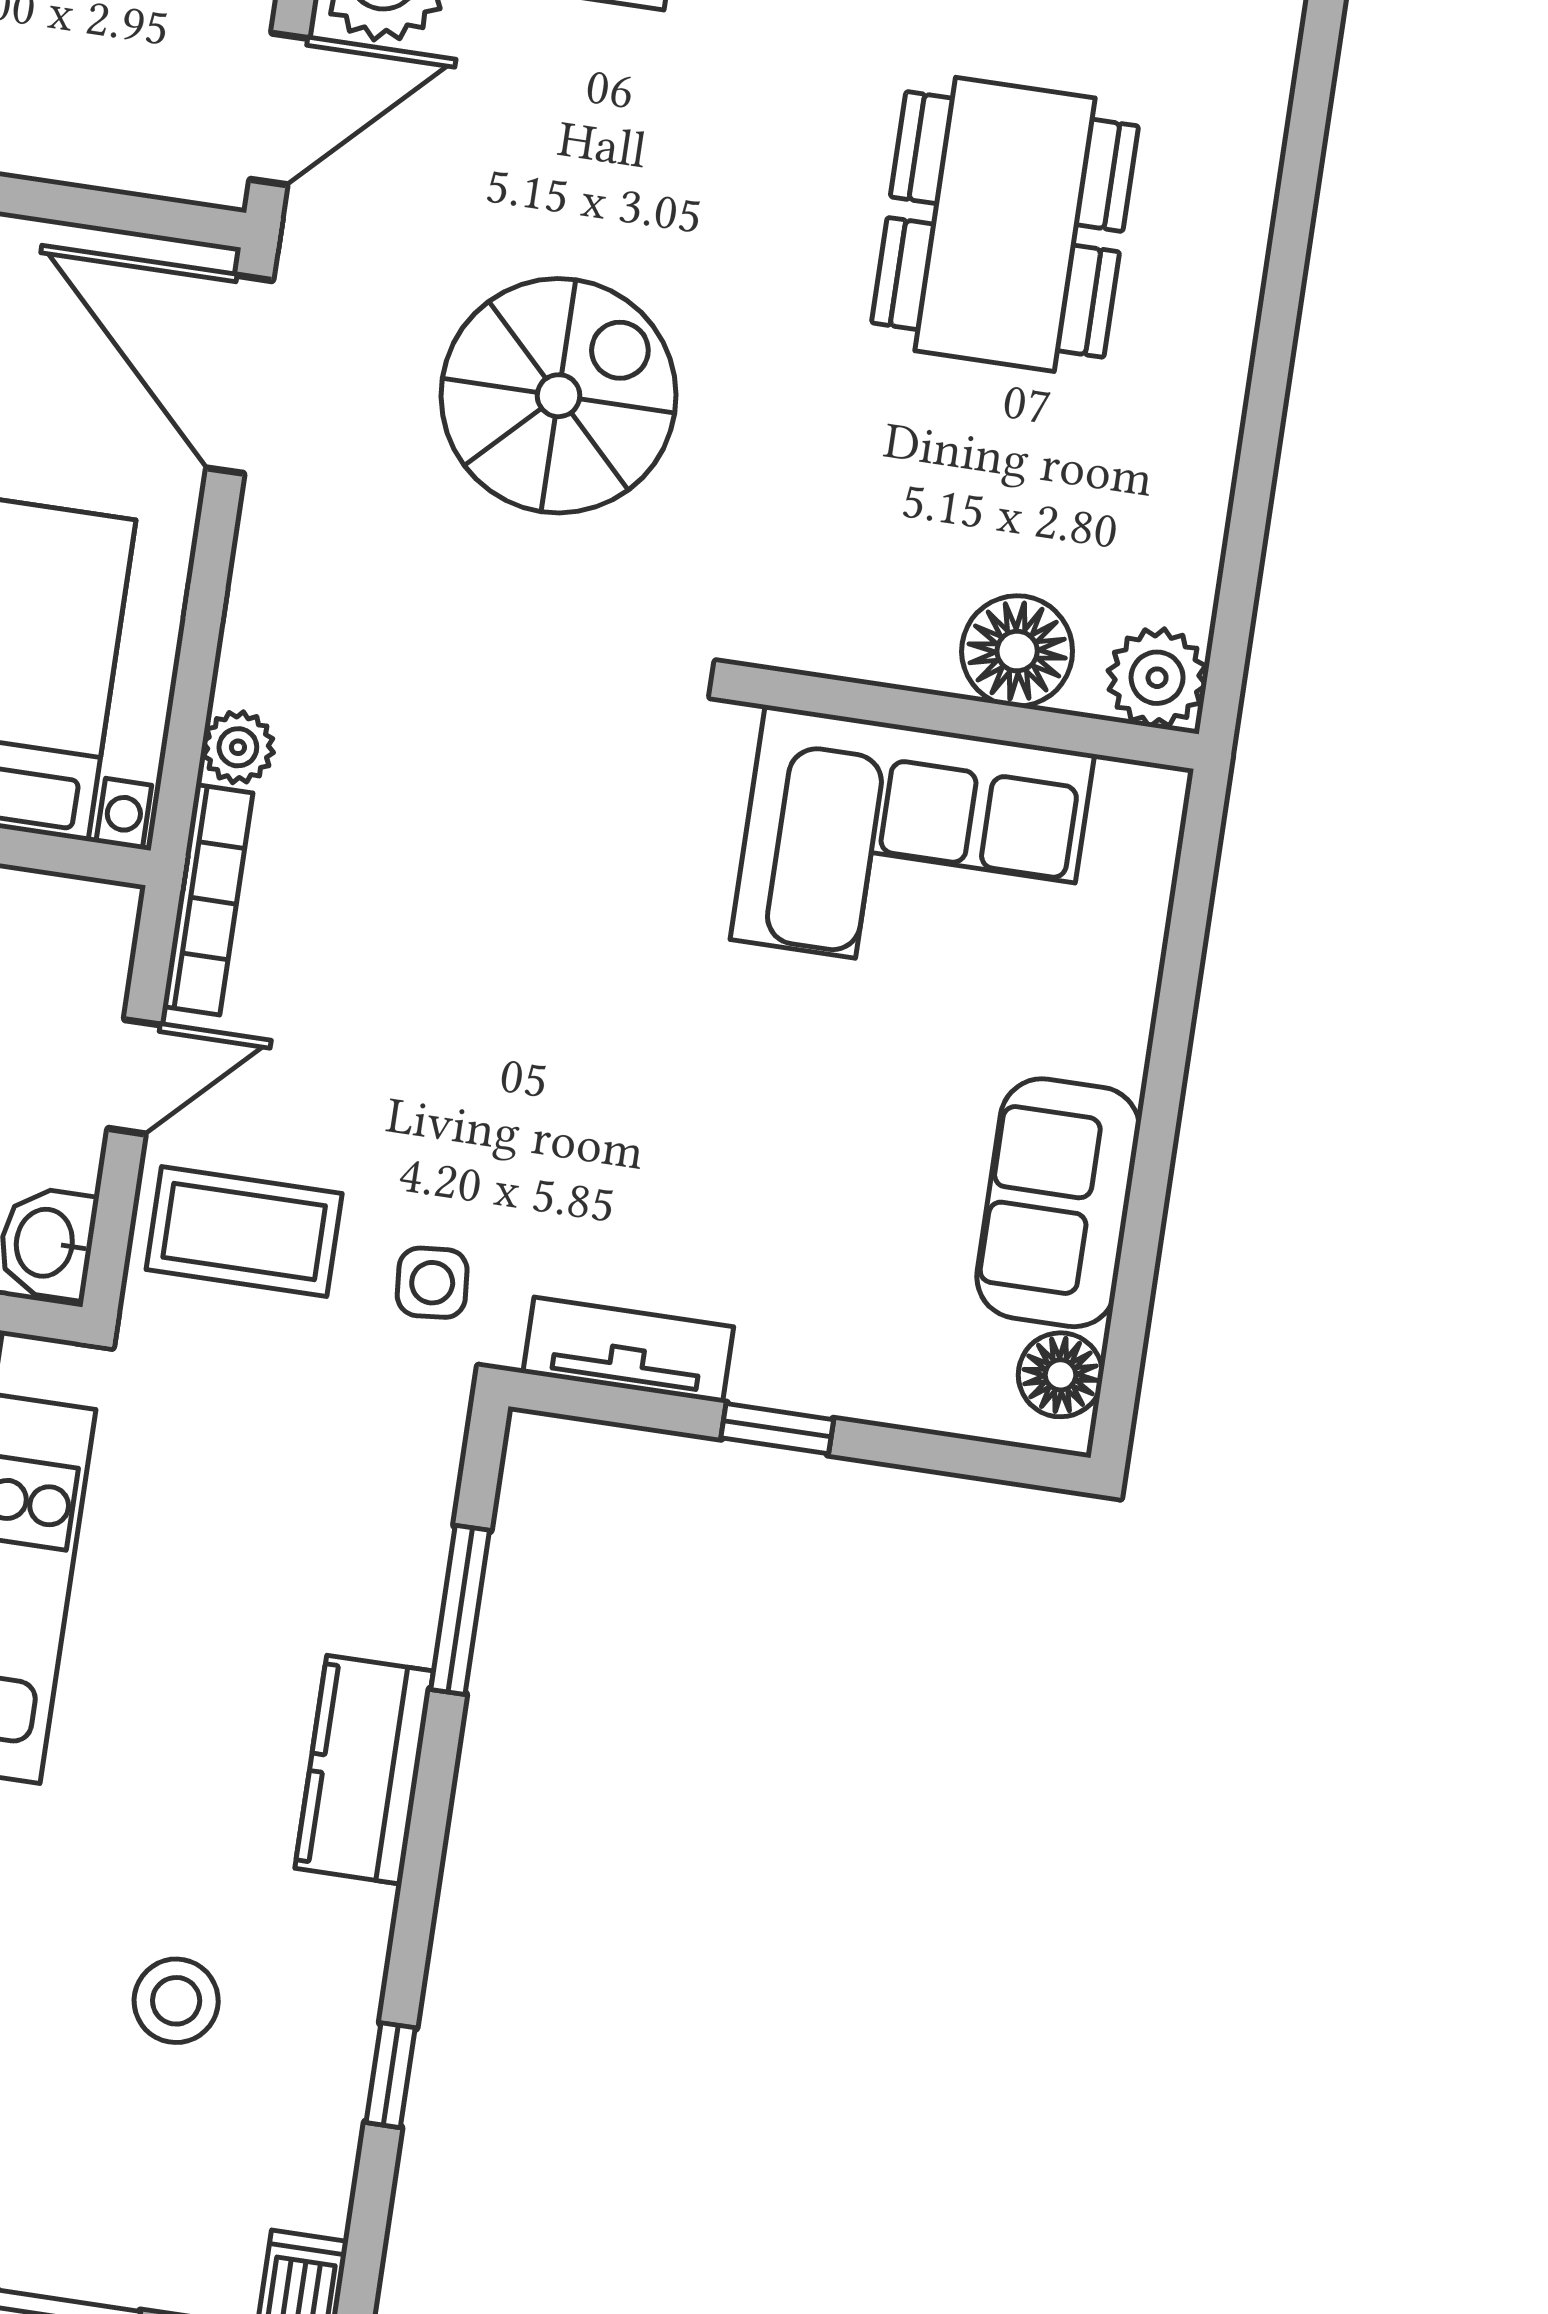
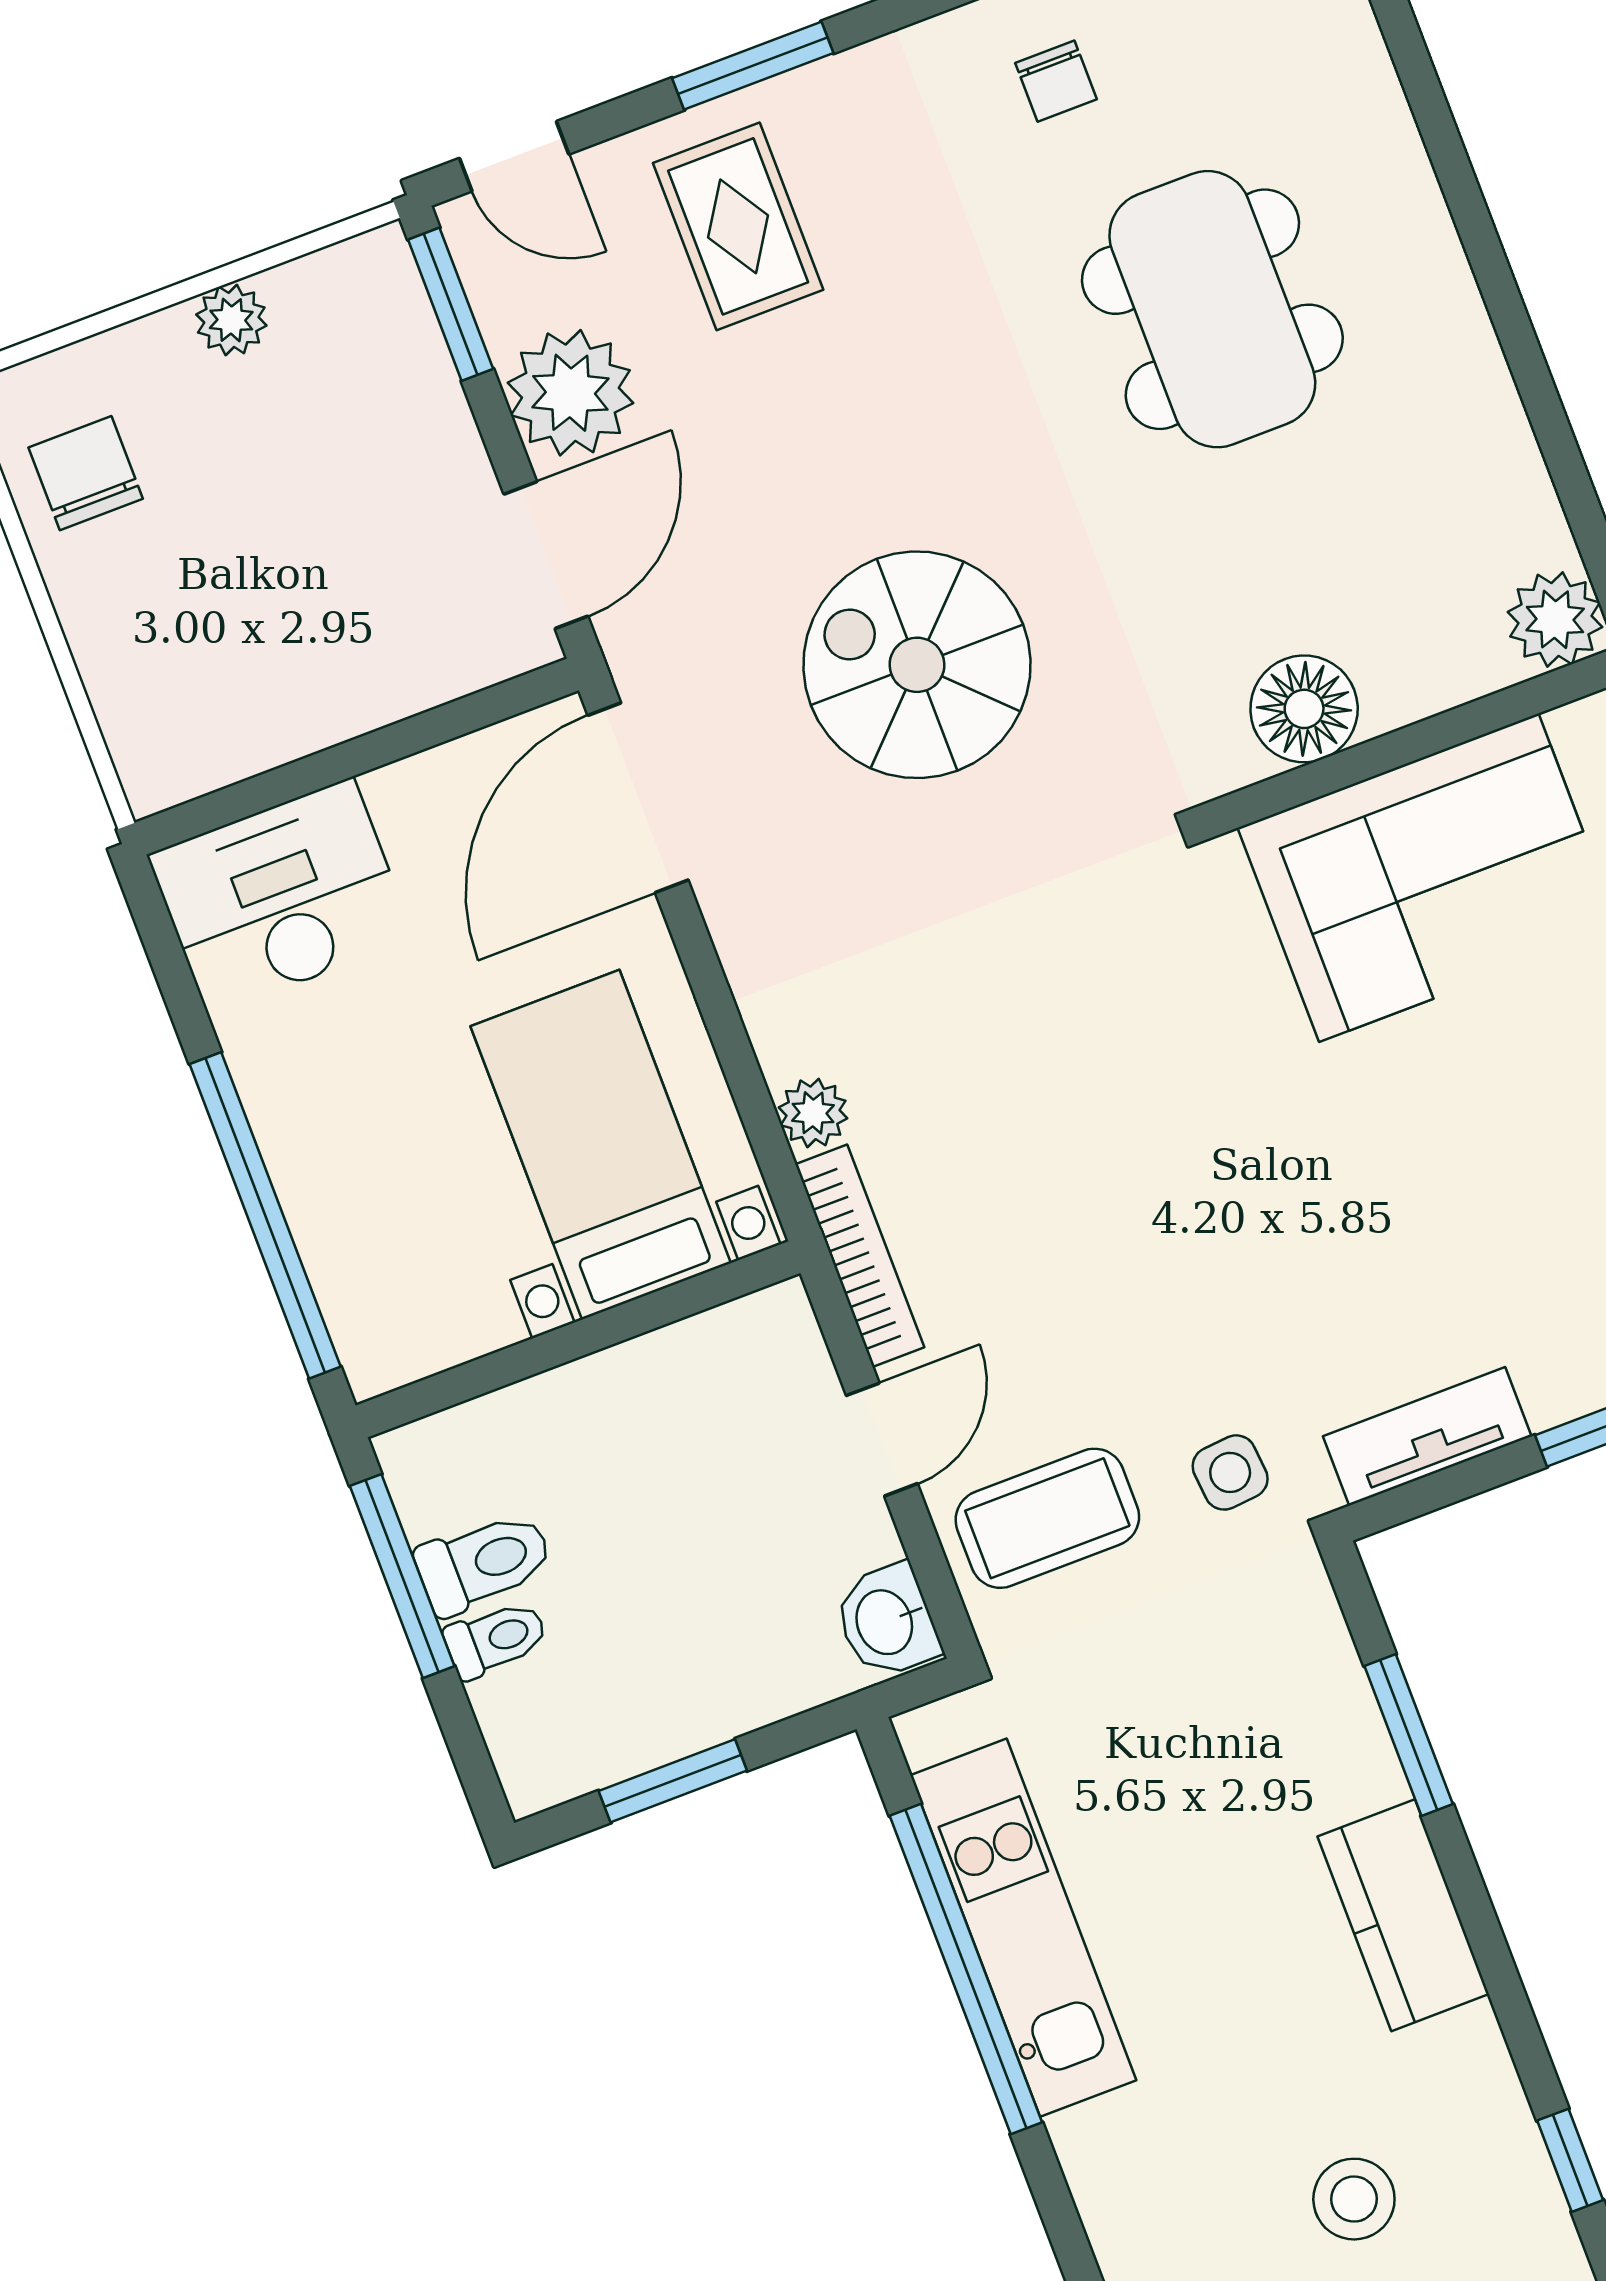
door: (240, 374) -> (638, 798), hinge flipped
spiral stairs: (559, 396) -> (917, 665), turned -90
floor lamp: (1017, 651) -> (1304, 709), moved

